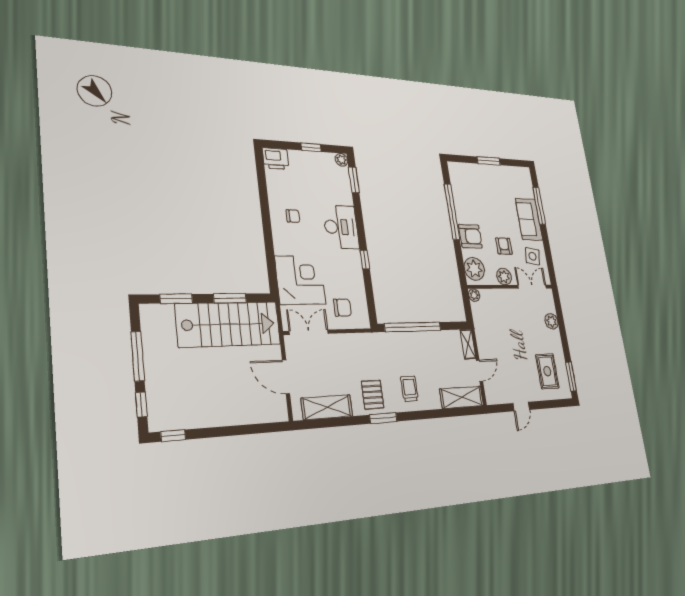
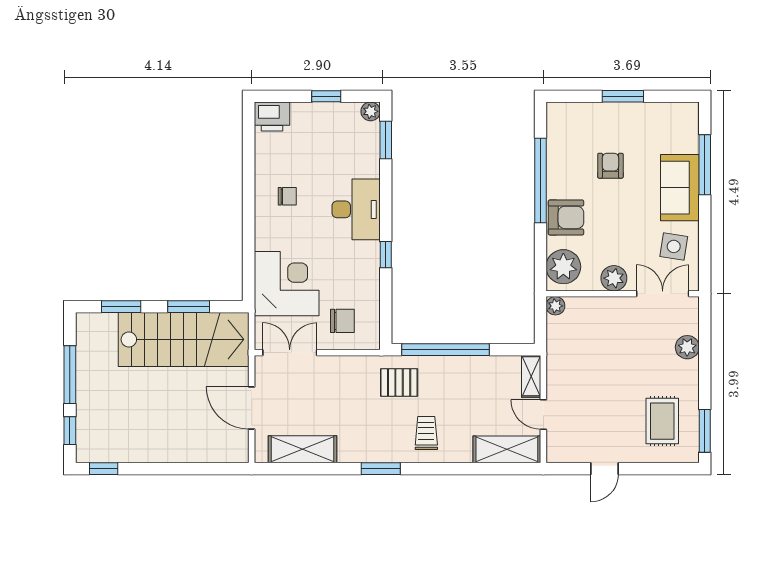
armchair: (504, 246) -> (610, 166), moved
door: (480, 371) -> (543, 414), swing flipped
pallet: (373, 395) -> (399, 383), moved, turned 90

